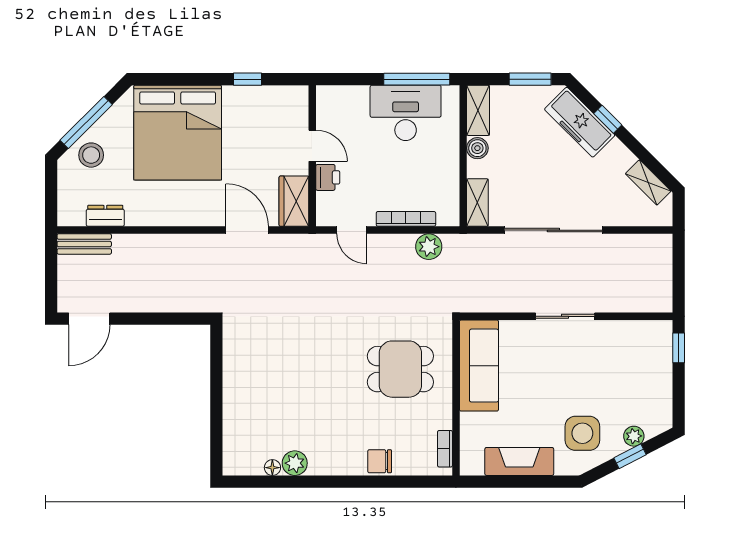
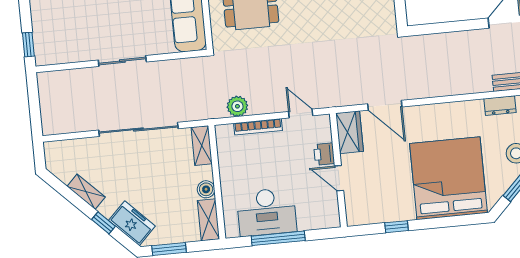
window: (417, 79) -> (278, 238), moved
freezer: (580, 122) -> (132, 223), width x0.71
shelving: (648, 182) -> (86, 192), moved

